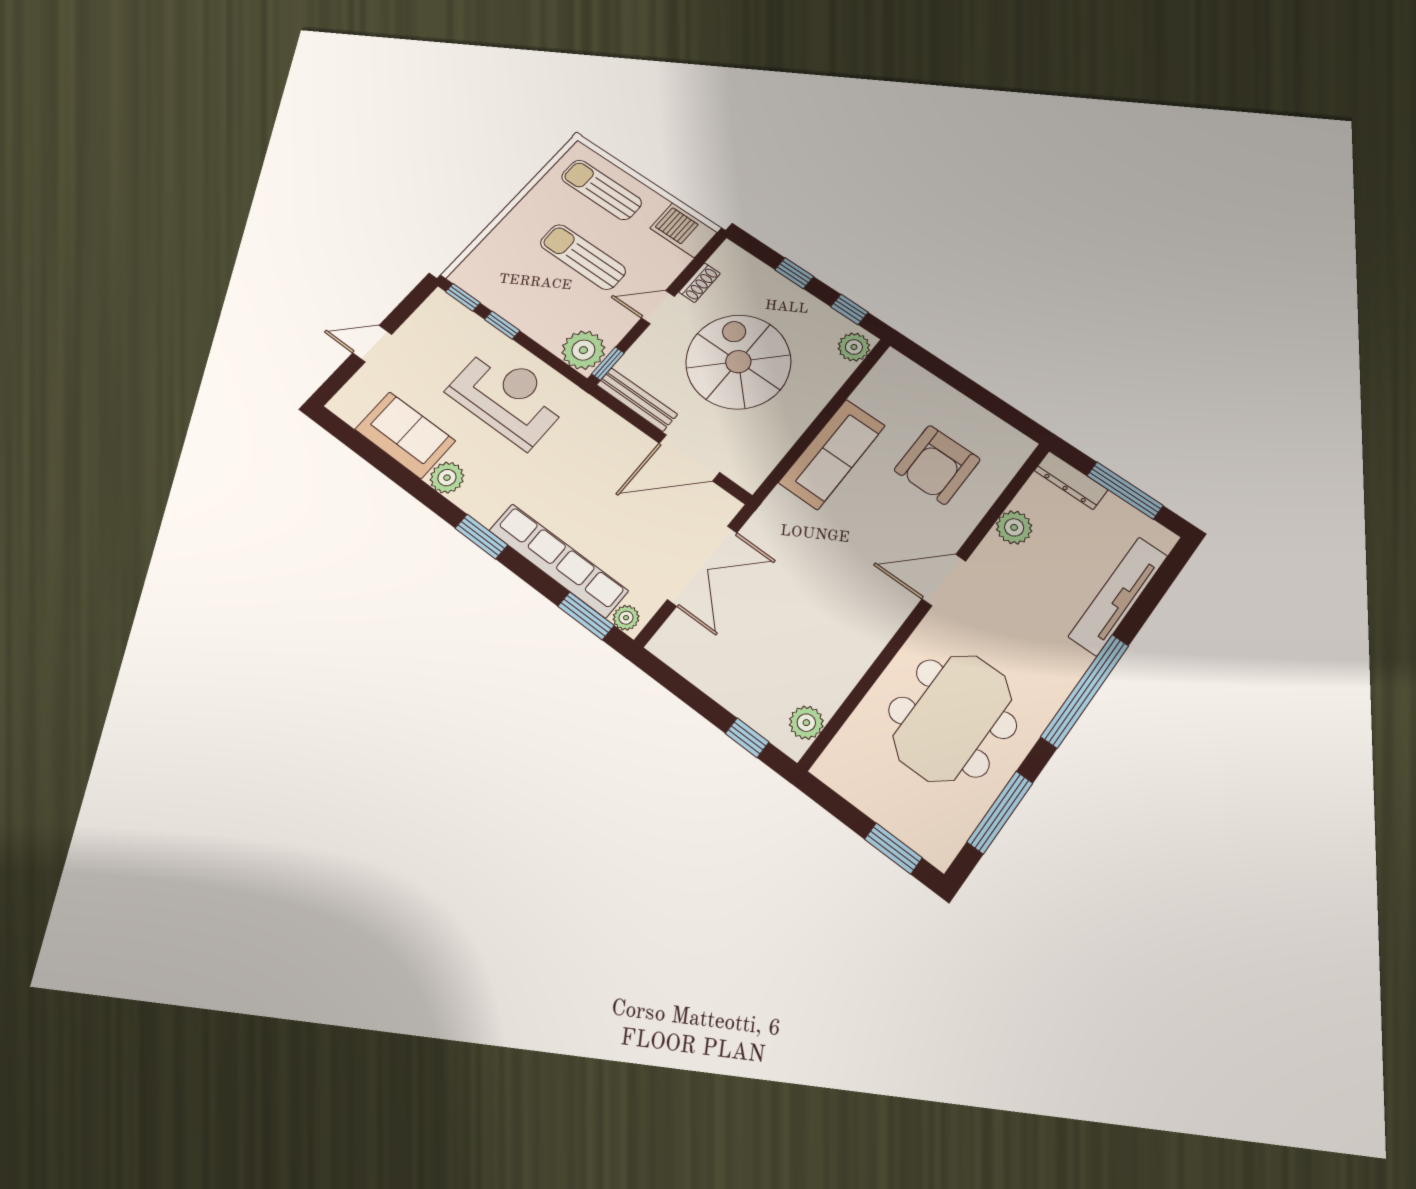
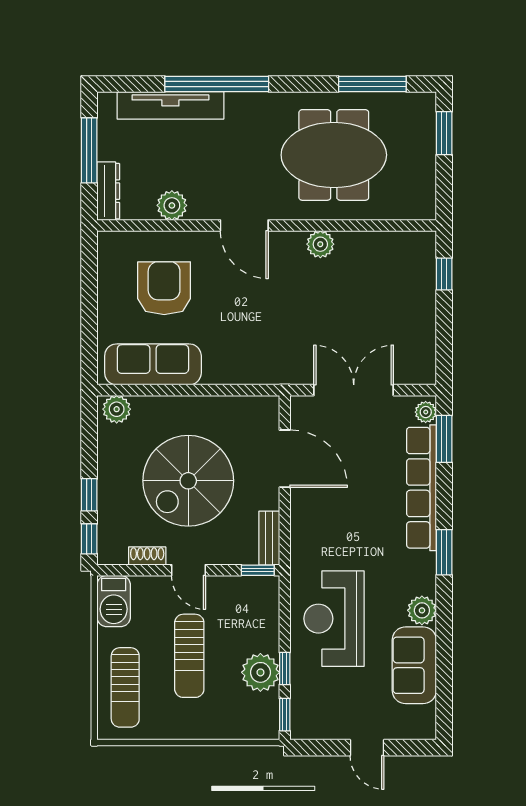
window: (849, 309) -> (89, 539), moved
plant: (583, 350) -> (260, 672), moved
bench: (637, 400) -> (269, 538), width x0.73
sofa: (832, 454) -> (153, 364), moved
armchair: (937, 465) -> (164, 288), turned -90
window: (1085, 691) -> (217, 84), moved
plant: (806, 723) -> (320, 244), moved

